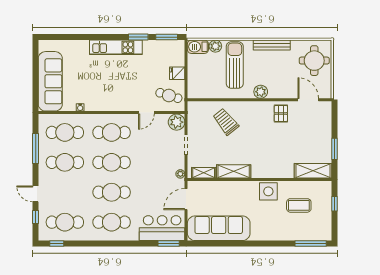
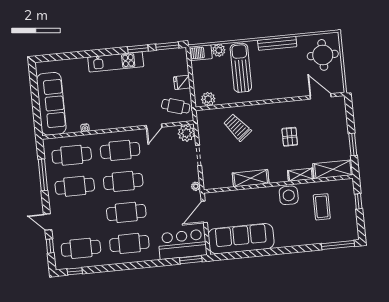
plant: (261, 92) -> (208, 99), moved
pallet: (281, 113) -> (290, 137), moved
shelving: (204, 173) -> (300, 175), moved
coffee table: (299, 205) -> (322, 207), turned 90

